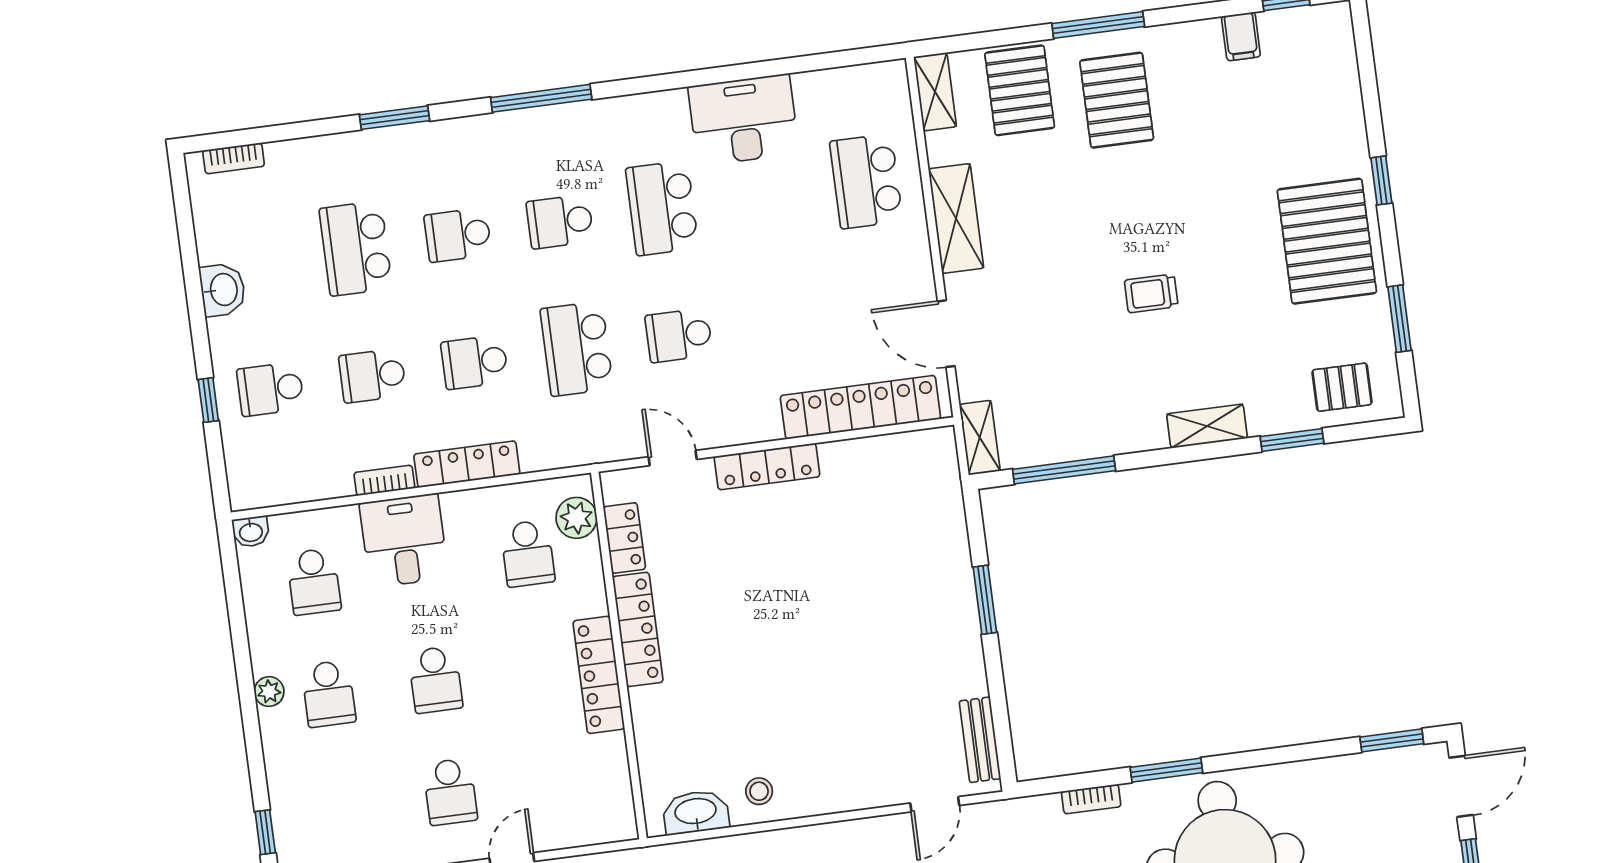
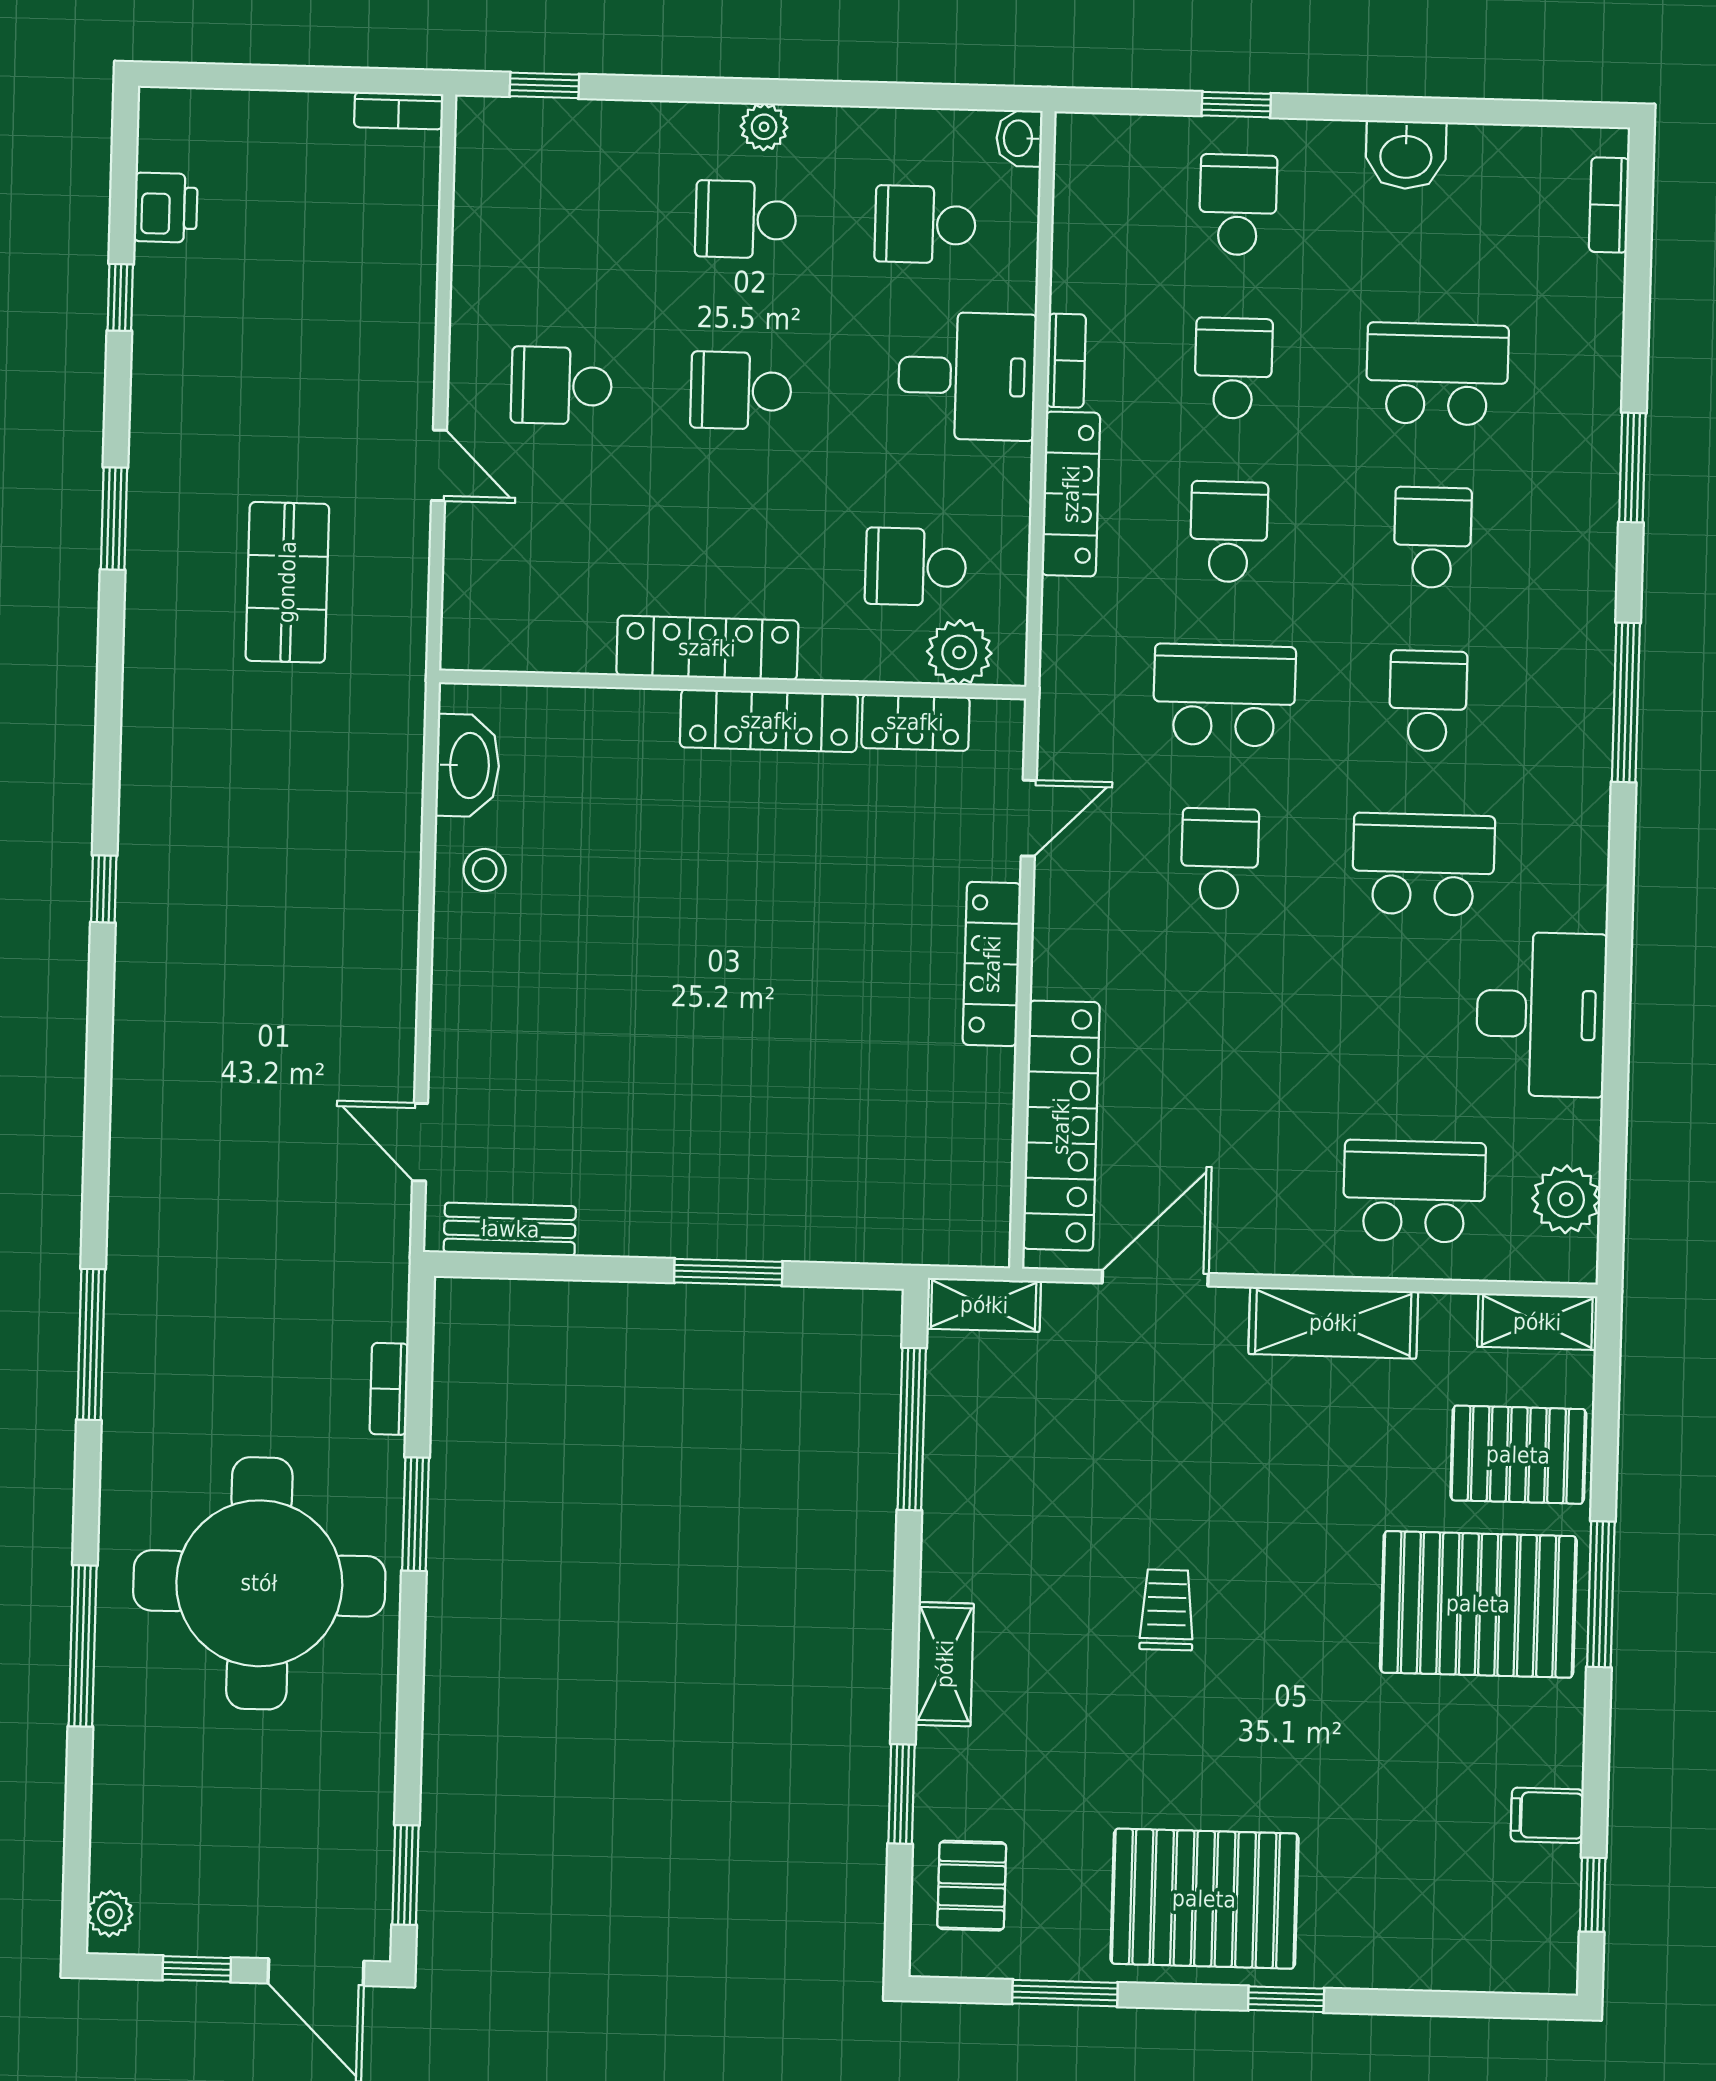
plant: (856, 86) -> (1566, 1199), added
pallet: (1117, 100) -> (1478, 1604), width x1.37, depth x1.41

